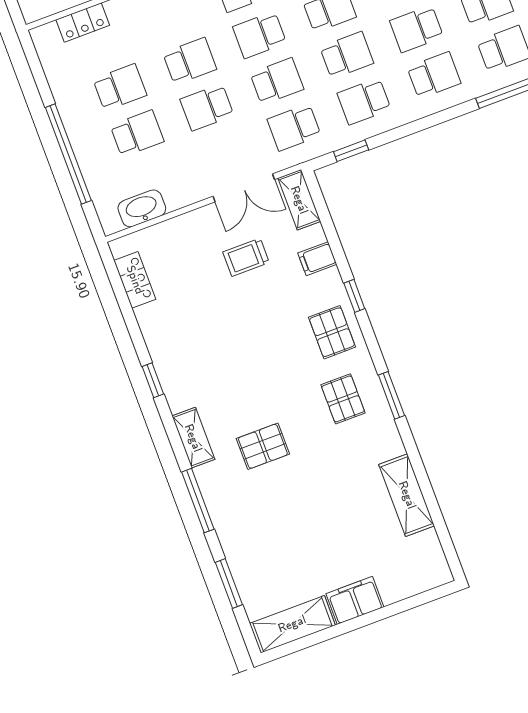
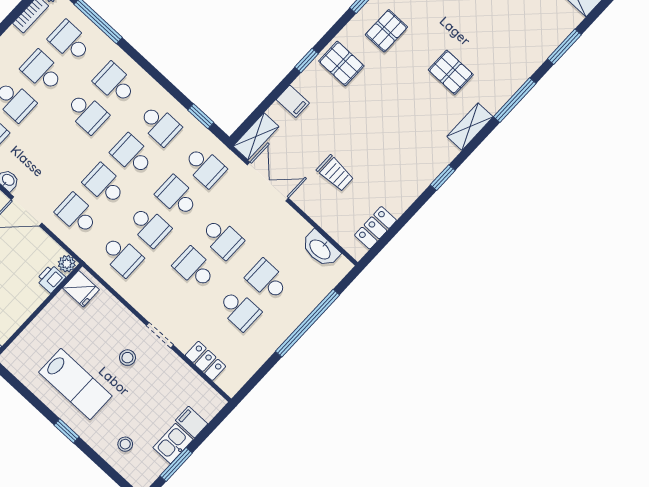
school desk: (120, 87) -> (239, 310), turned 180
trolley: (246, 257) -> (335, 173), moved
pallet: (332, 332) -> (341, 63), turned 90

